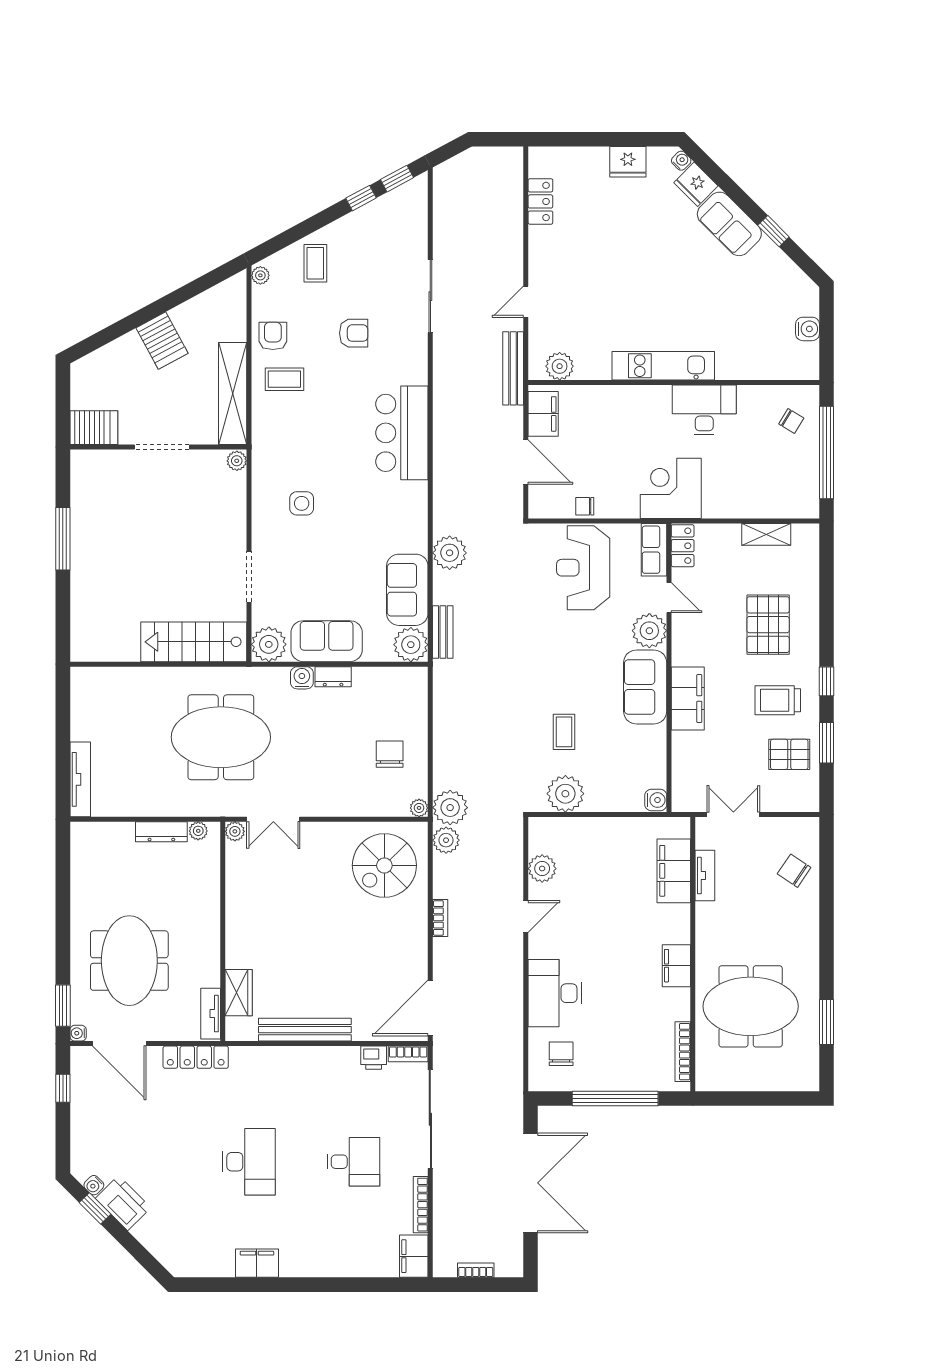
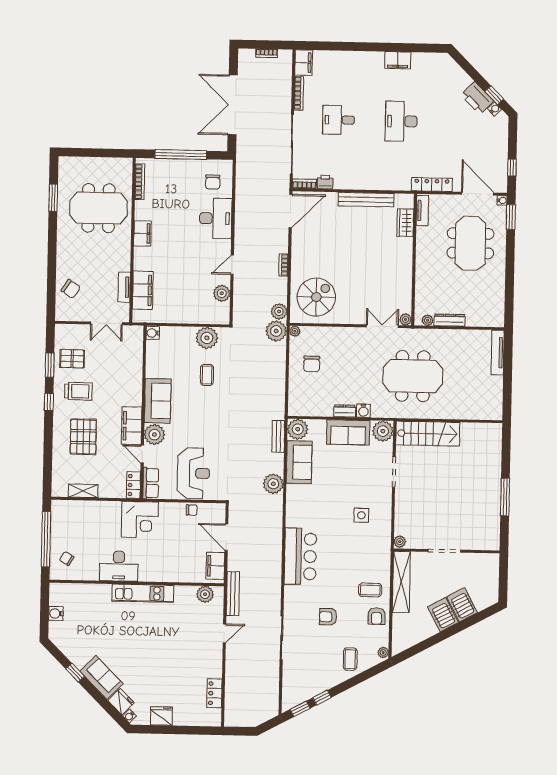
server rack: (94, 428) -> (462, 605), moved, turned 62
filing cabinet: (688, 699) -> (132, 426), moved

